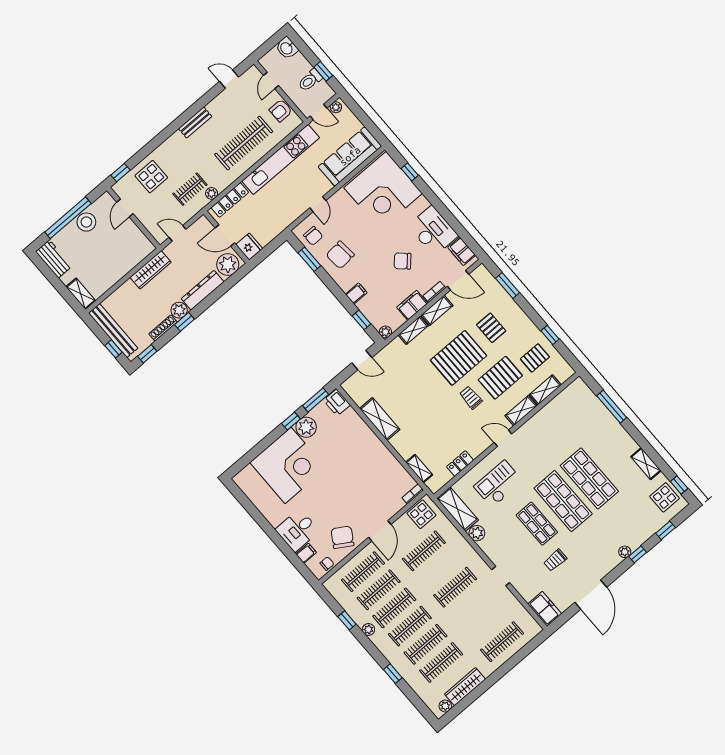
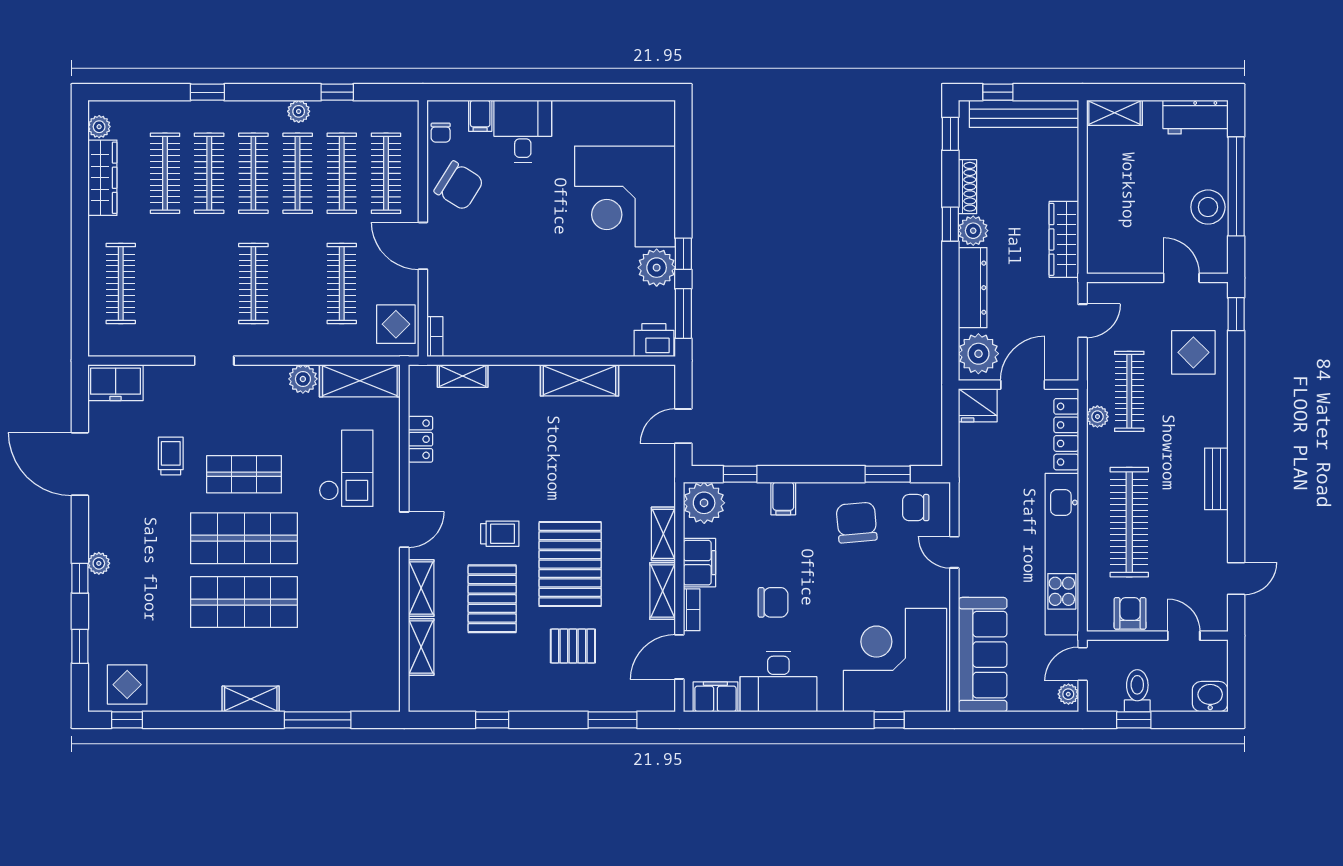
clothes rail: (190, 189) -> (1129, 391), width x1.36
chair: (403, 261) -> (773, 602), turned 47
plant: (385, 332) -> (704, 503), width x1.88, depth x1.88
pallet: (535, 358) -> (478, 671), removed
shelving: (646, 464) -> (251, 699), moved

